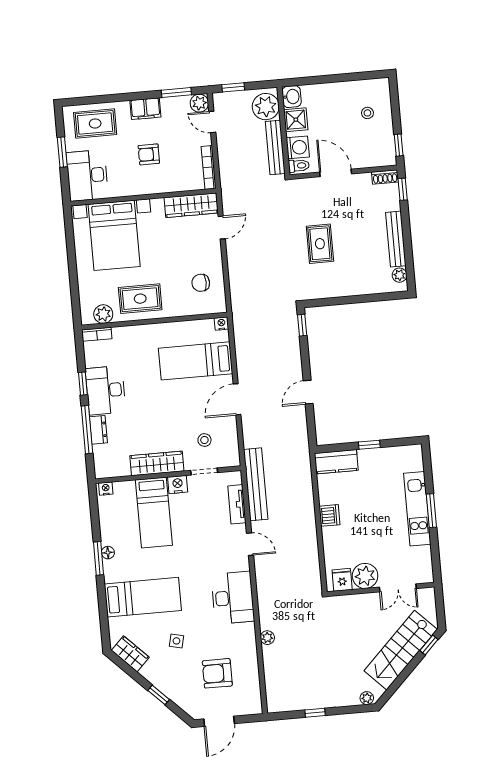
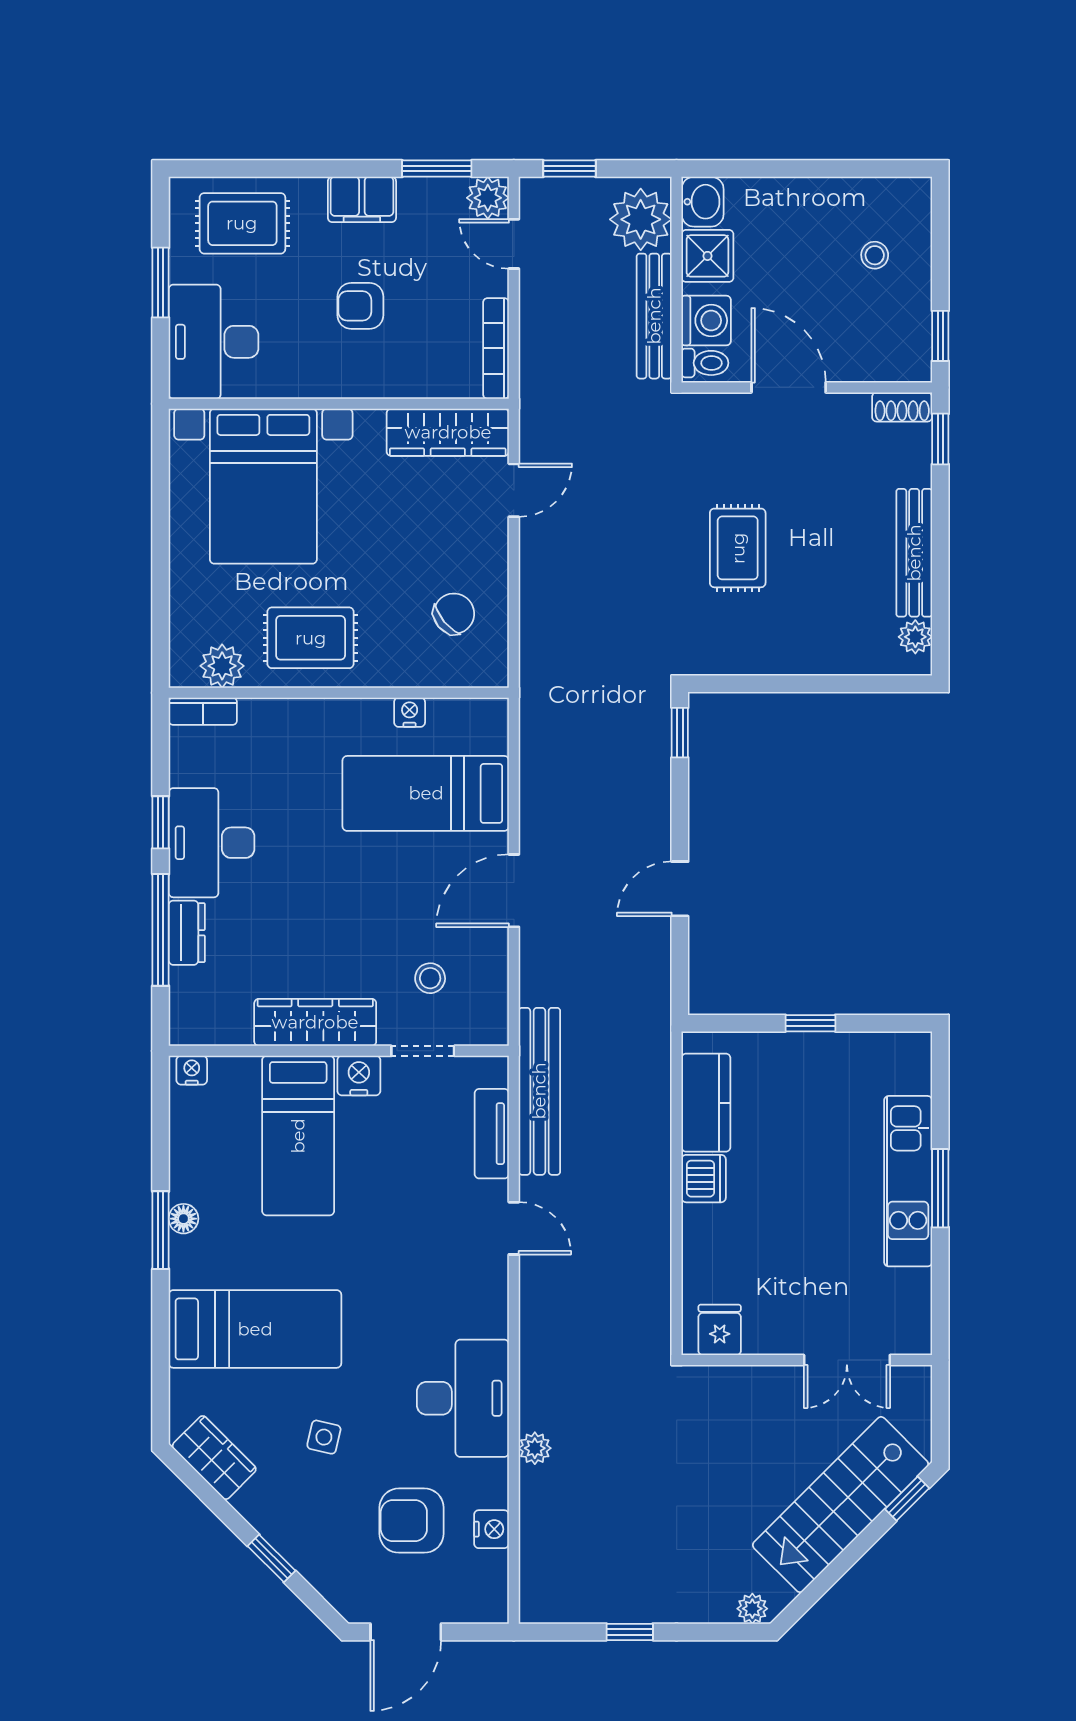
chair: (201, 283) -> (454, 614), turned 140
nightstand: (221, 324) -> (410, 712), moved
kitchen counter: (336, 462) -> (706, 1103), moved, turned -90
plant: (365, 576) -> (774, 1326), removed
desk: (233, 598) -> (463, 1398), moved
nightstand: (252, 674) -> (491, 1529), added

